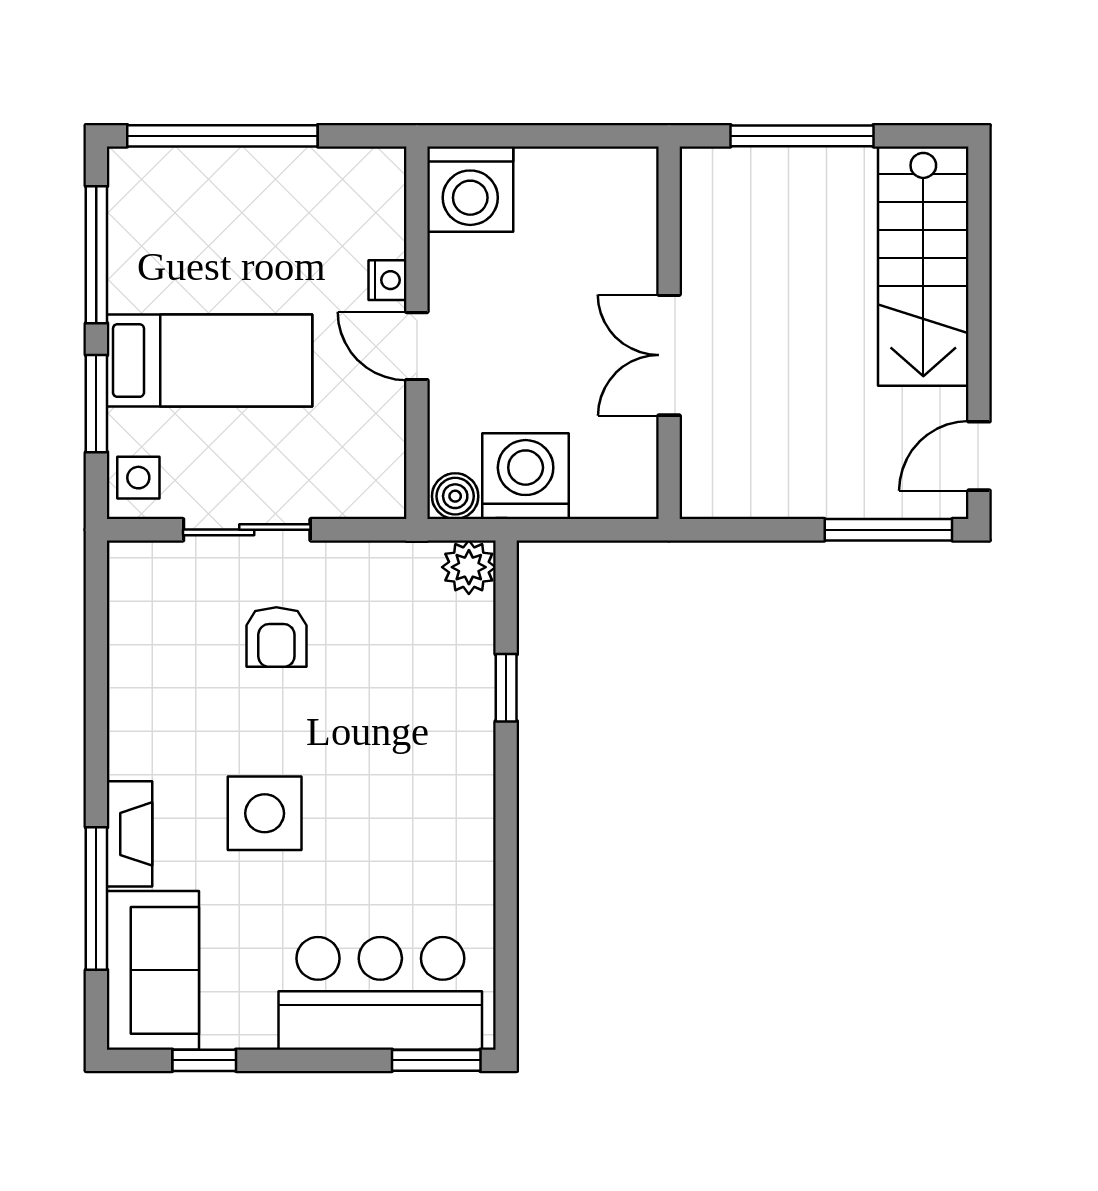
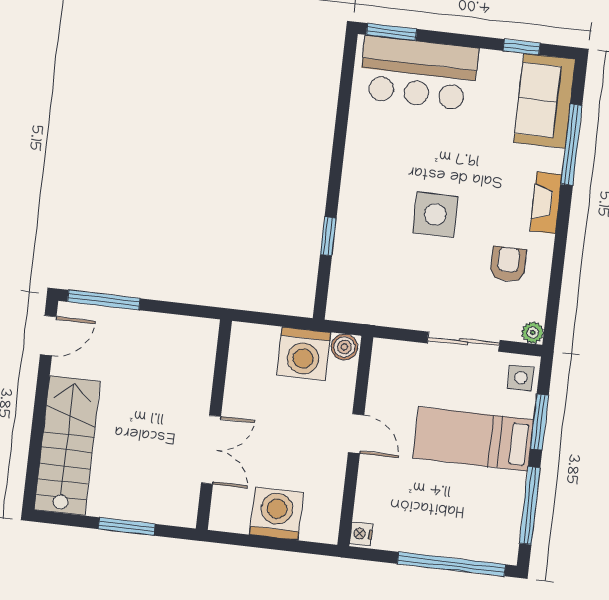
window: (802, 136) -> (127, 526), width x0.69
washing machine: (470, 189) -> (276, 514), moved
nightstand: (388, 280) -> (361, 534), moved
double door: (669, 355) -> (211, 450), moved
plant: (469, 567) -> (533, 333), moved, width x0.73, depth x0.73
armchair: (276, 637) -> (508, 264), moved
side table: (265, 813) -> (435, 215), moved
fireplace: (129, 834) -> (546, 203), moved

